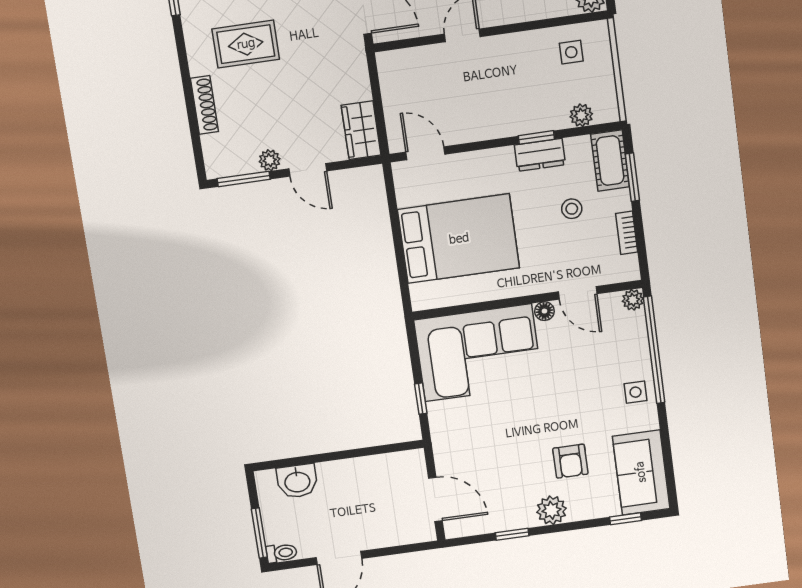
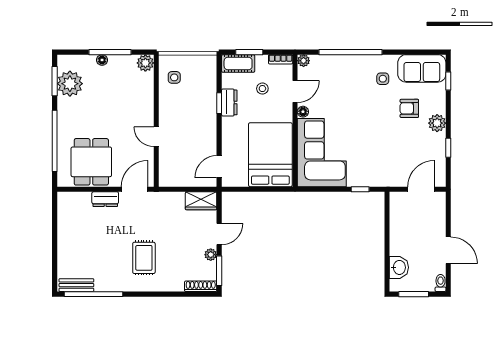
shoe rack: (204, 105) -> (201, 286), moved
plant: (581, 115) -> (210, 76), removed
door: (578, 293) -> (295, 91), moved
wall: (527, 300) -> (295, 121), moved
plant: (633, 300) -> (304, 61), moved
floor lamp: (544, 311) -> (303, 112), moved
corner sofa: (478, 353) -> (322, 153), moved
side table: (636, 392) -> (383, 79), moved
armchair: (570, 461) -> (409, 108), turned 180
window: (259, 533) -> (414, 294), moved

